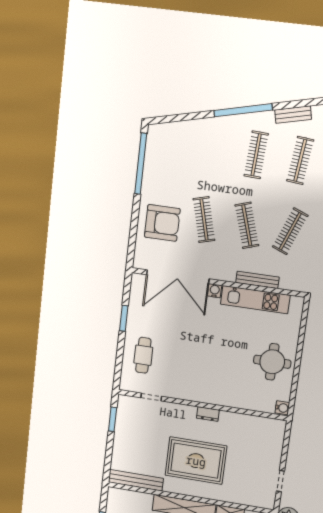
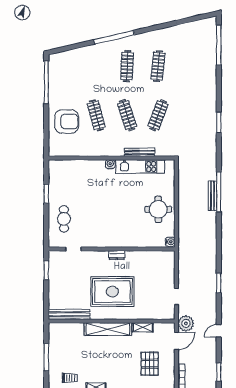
bench: (293, 115) -> (149, 36), removed
double door: (178, 277) -> (82, 158), removed

